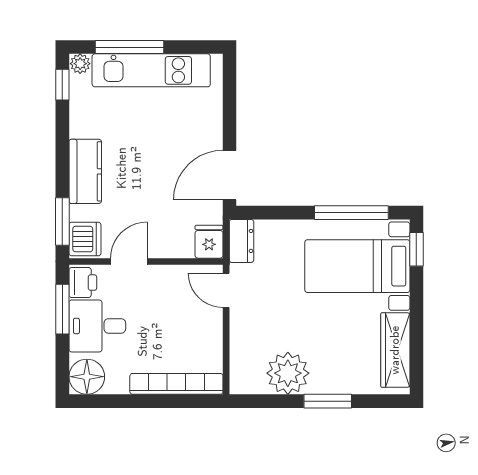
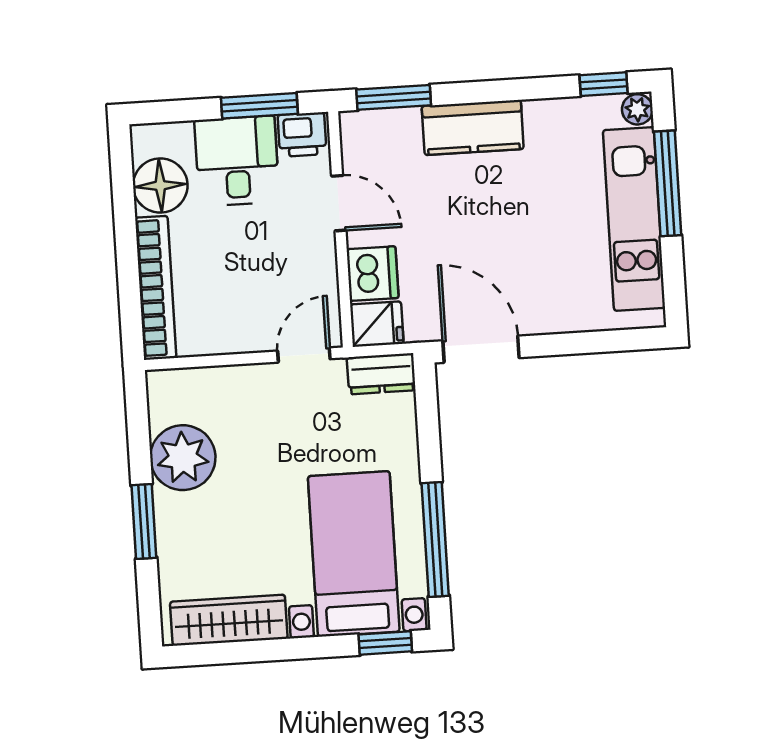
dishwasher: (85, 239) -> (373, 274), moved, turned -90
floor lamp: (87, 377) -> (160, 185), moved

